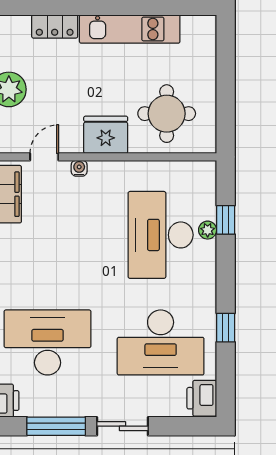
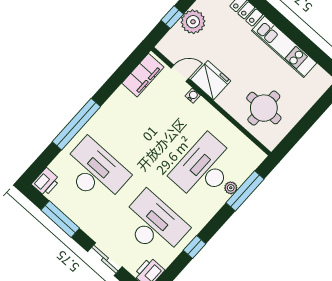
fridge: (106, 135) -> (211, 80), moved
window: (226, 220) -> (245, 191), width x2.17
desk: (161, 342) -> (154, 224), turned 180
sliding door: (122, 426) -> (105, 259), moved

